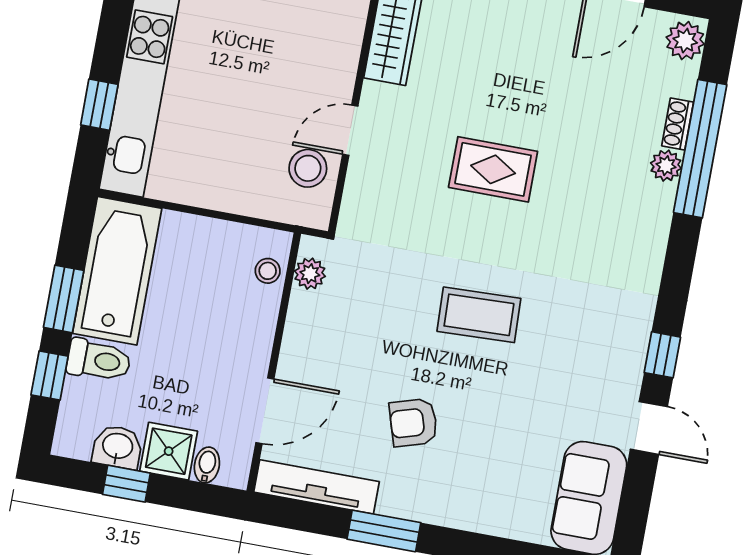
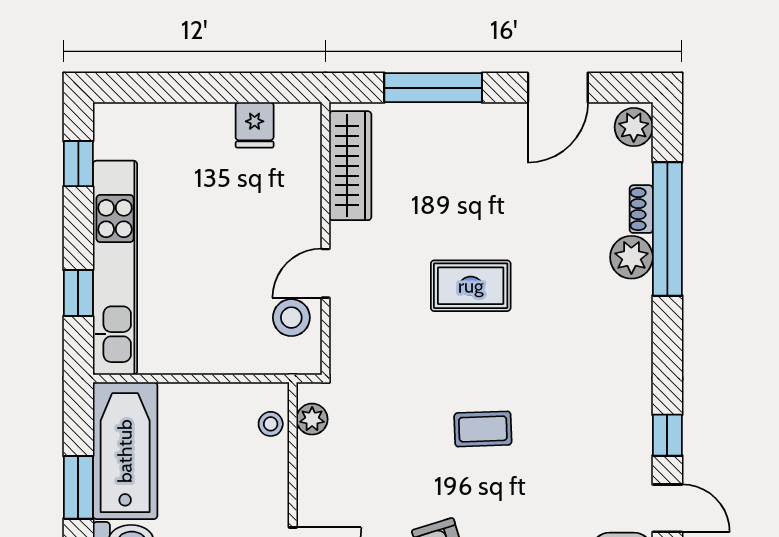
plant: (666, 166) -> (631, 257), width x1.38, depth x1.38
coffee table: (479, 315) -> (483, 429), width x0.73, depth x0.77

